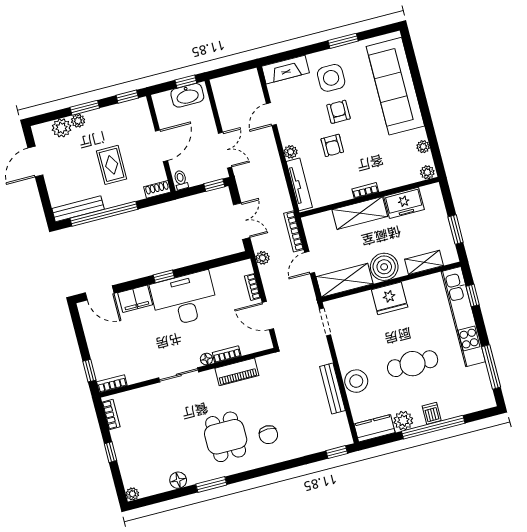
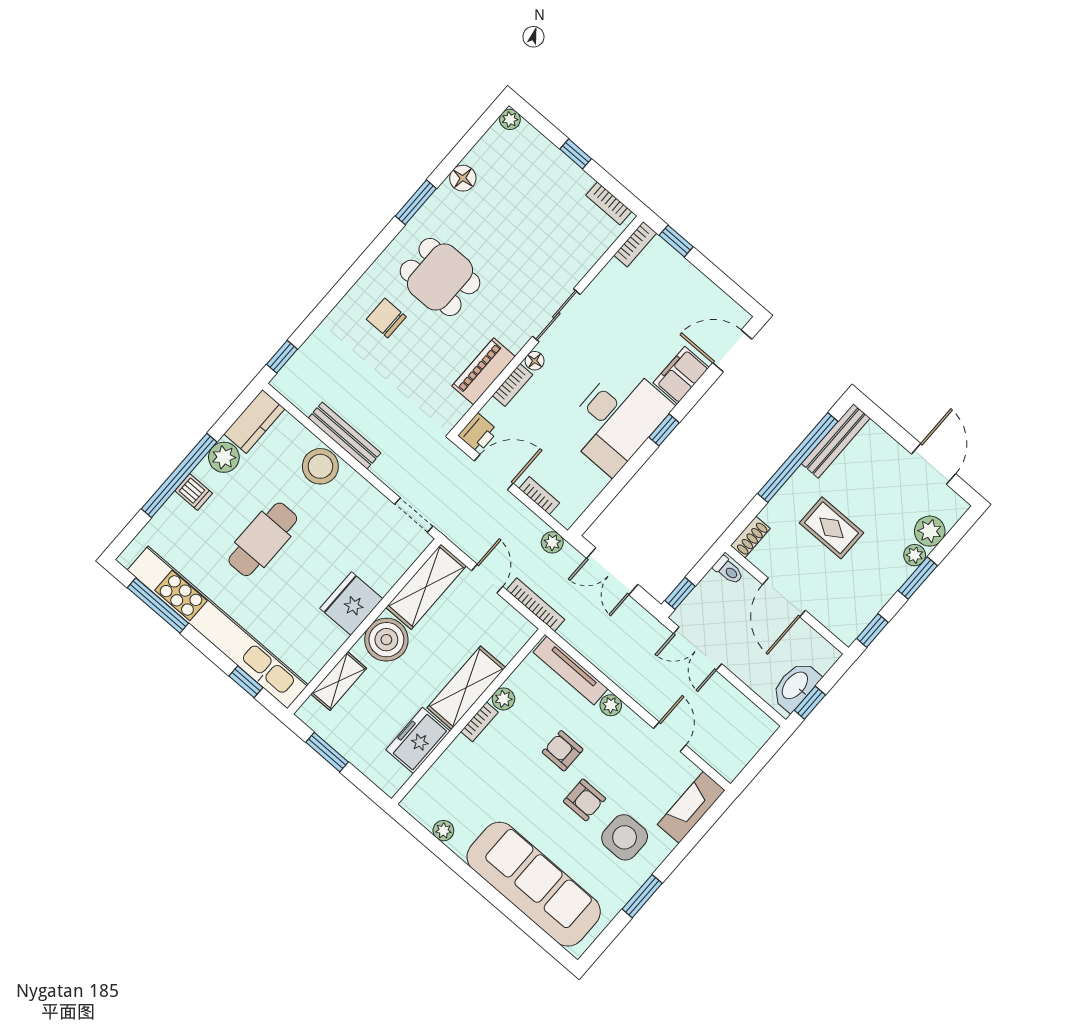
plant: (427, 172) -> (503, 699), moved
kitchen unit: (463, 317) -> (218, 627), width x1.36
printer: (262, 342) -> (478, 433), added

